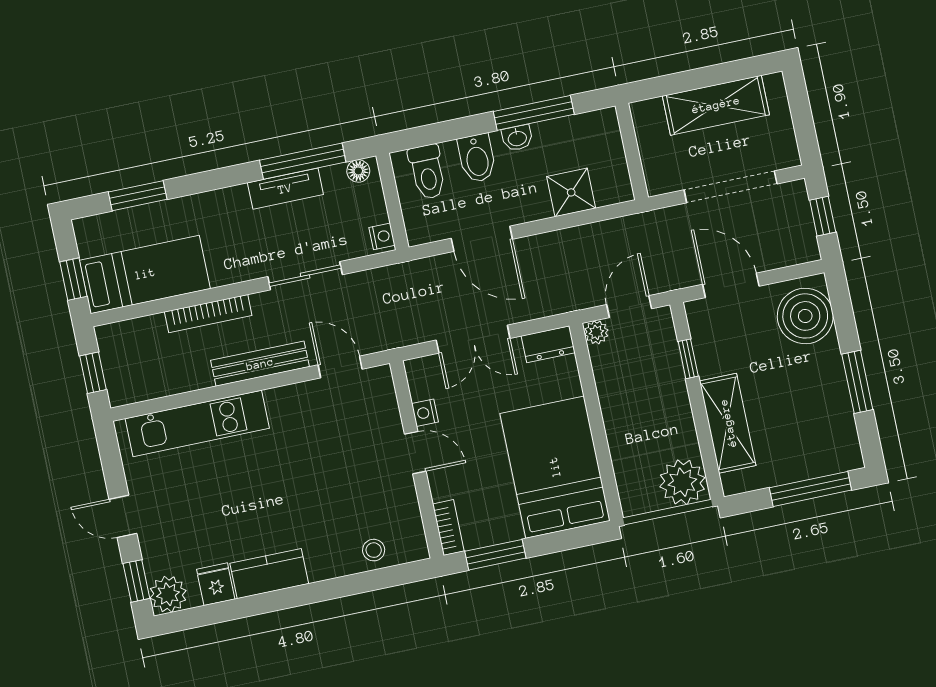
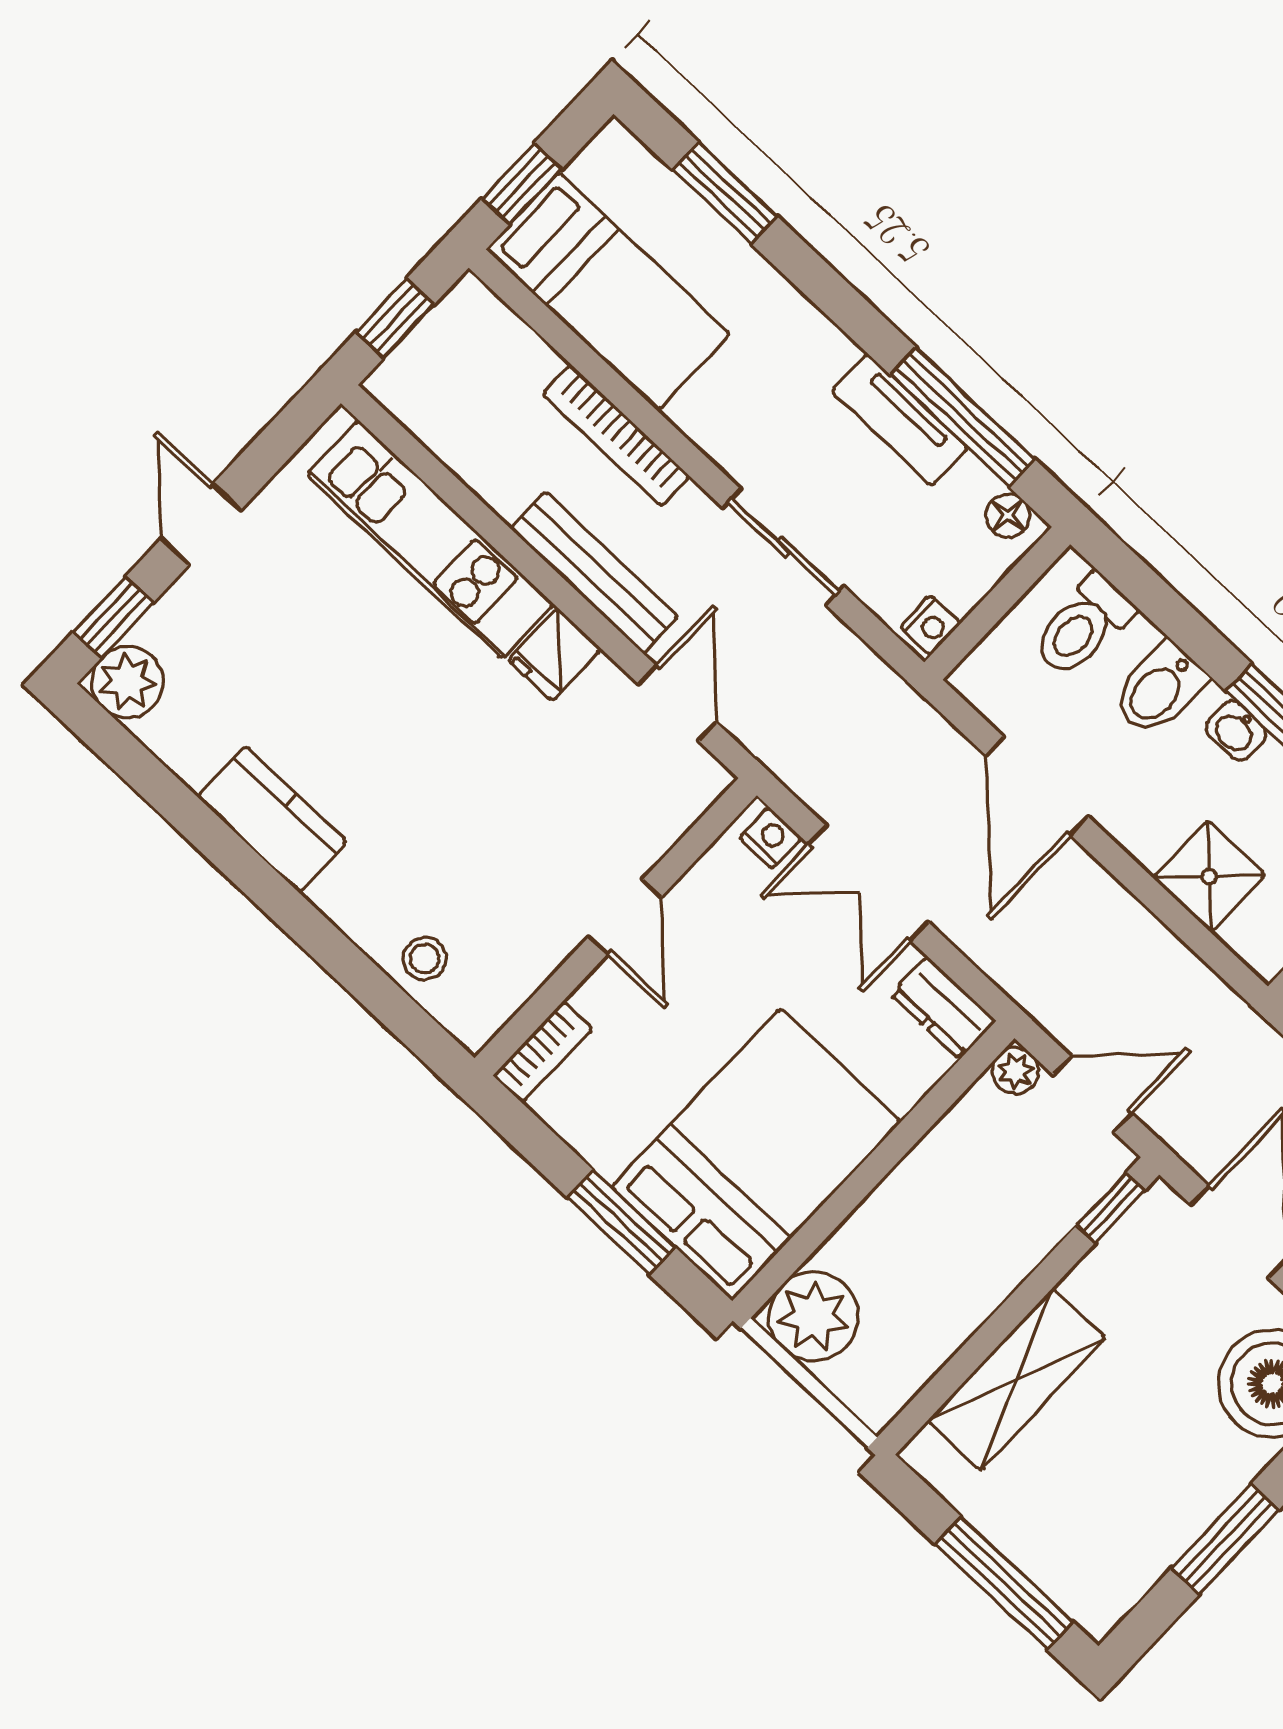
window: (688, 359) -> (1111, 1208), moved
nightstand: (425, 413) -> (771, 838), moved, turned 90
plant: (682, 482) -> (813, 1316), moved
window: (495, 555) -> (621, 1222), moved
fridge: (216, 584) -> (555, 654), moved, turned 180

